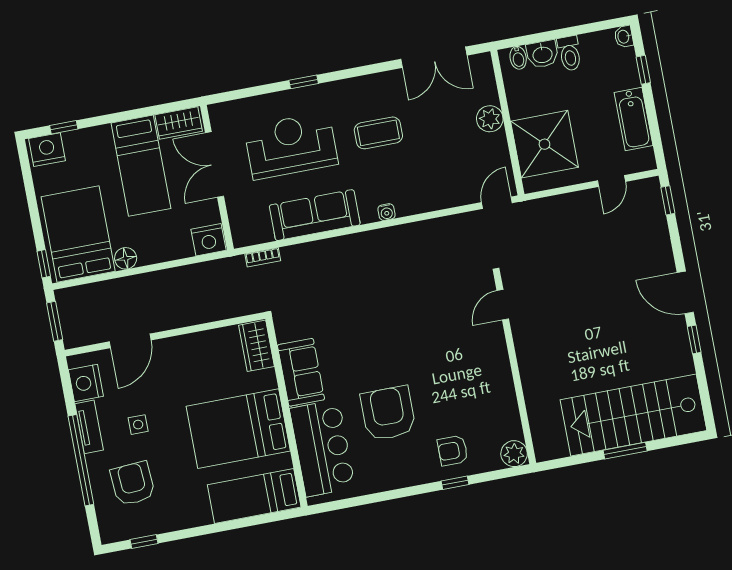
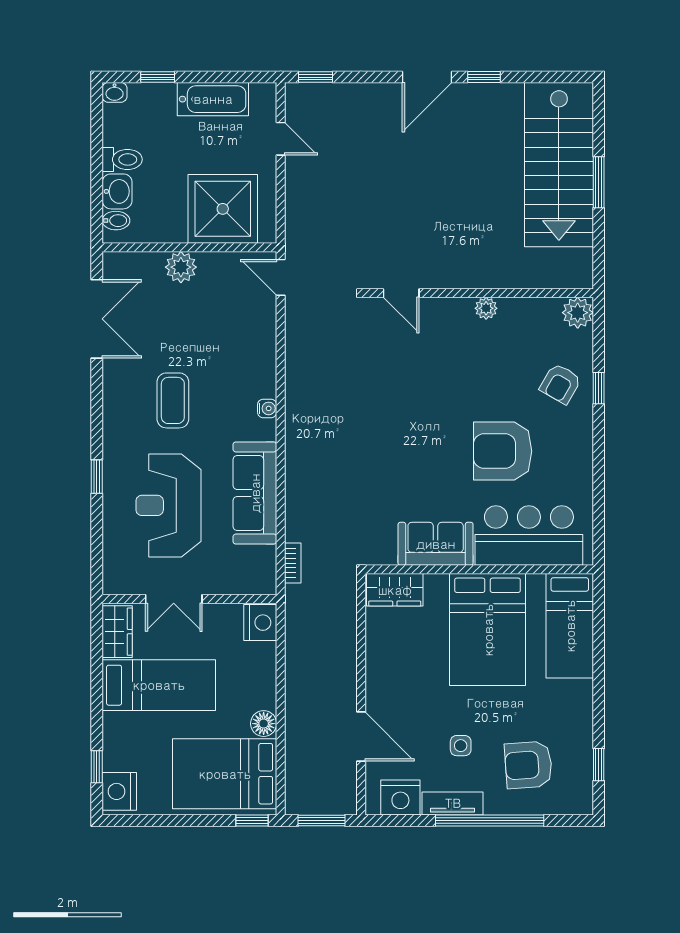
double door: (214, 165) -> (174, 599), width x0.73
plant: (503, 377) -> (486, 308), added
armchair: (453, 451) -> (560, 384), turned 30

